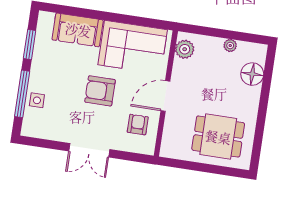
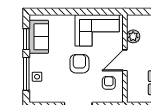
sofa: (78, 30) -> (39, 37), moved, turned -90
plant: (185, 49) -> (133, 36), moved
armchair: (100, 91) -> (79, 64), turned 90

